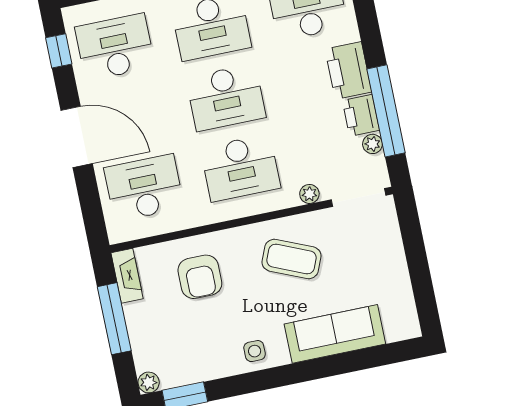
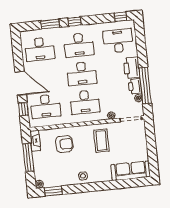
desk: (115, 47) -> (40, 49), turned 180
window: (59, 51) -> (23, 109), moved
desk: (144, 188) -> (46, 106), turned 180
coffee table: (291, 259) -> (101, 141), turned 67
armchair: (200, 277) -> (64, 144), turned -90
sofa: (335, 334) -> (131, 171), moved

